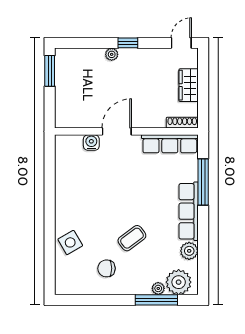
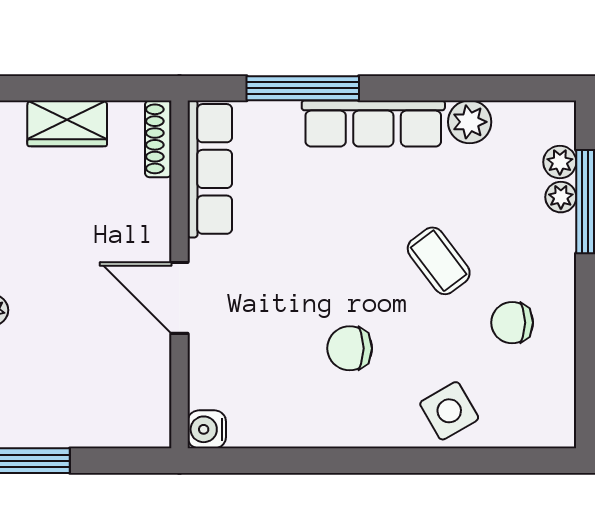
water cooler: (91, 143) -> (207, 429), moved
chair: (96, 201) -> (350, 348), added
chair: (107, 268) -> (512, 323), turned 90
plant: (179, 282) -> (560, 162), width x0.53, depth x0.53

